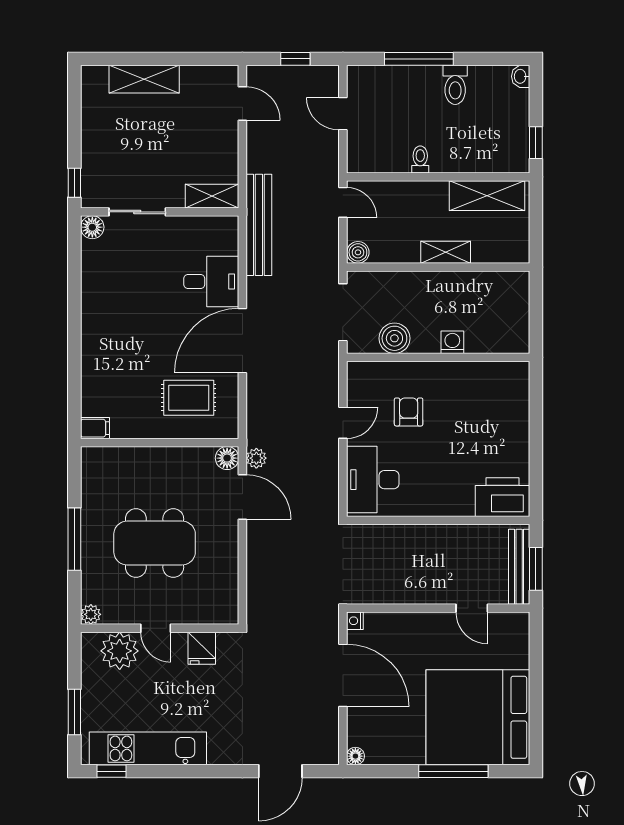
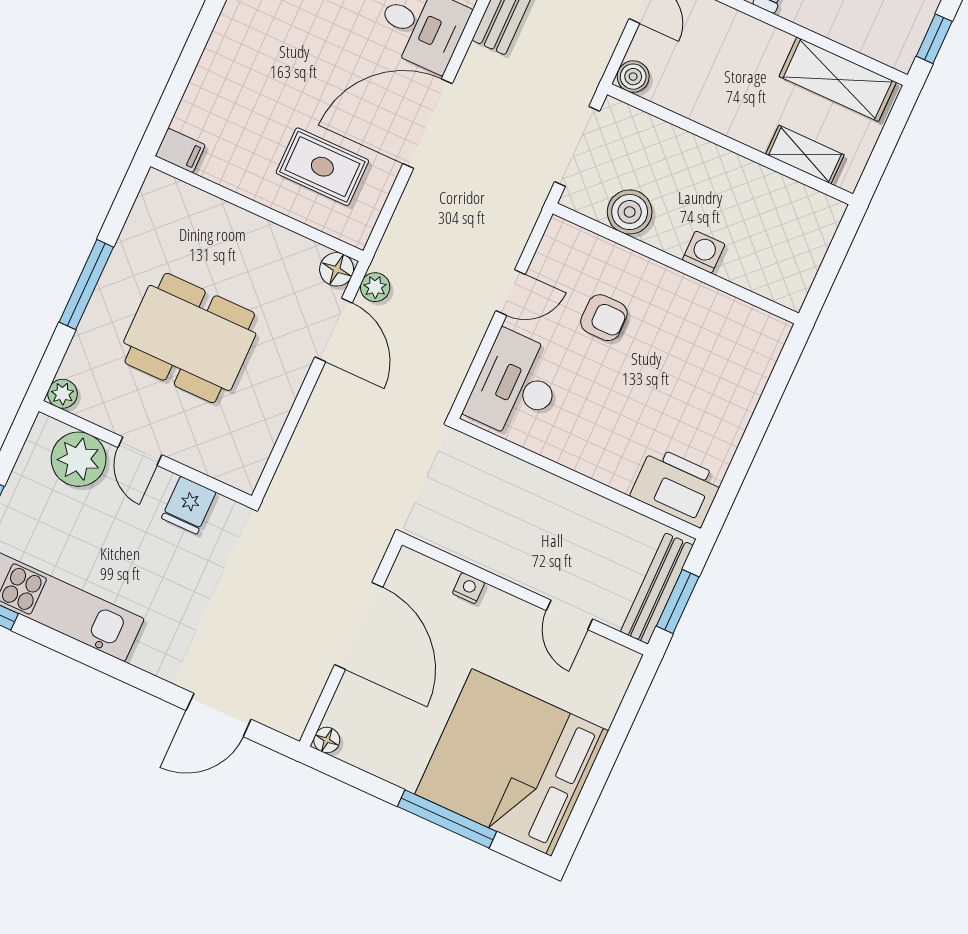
shelving: (446, 252) -> (805, 155), moved
armchair: (409, 412) -> (604, 318), turned 90
nightstand: (355, 621) -> (469, 588), moved, turned 90

